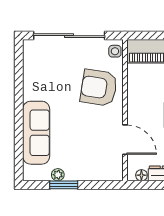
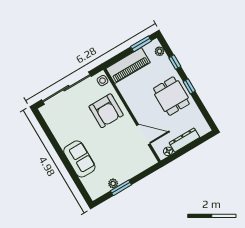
armchair: (99, 88) -> (106, 111), turned -99
sofa: (36, 133) -> (79, 159), width x0.73

